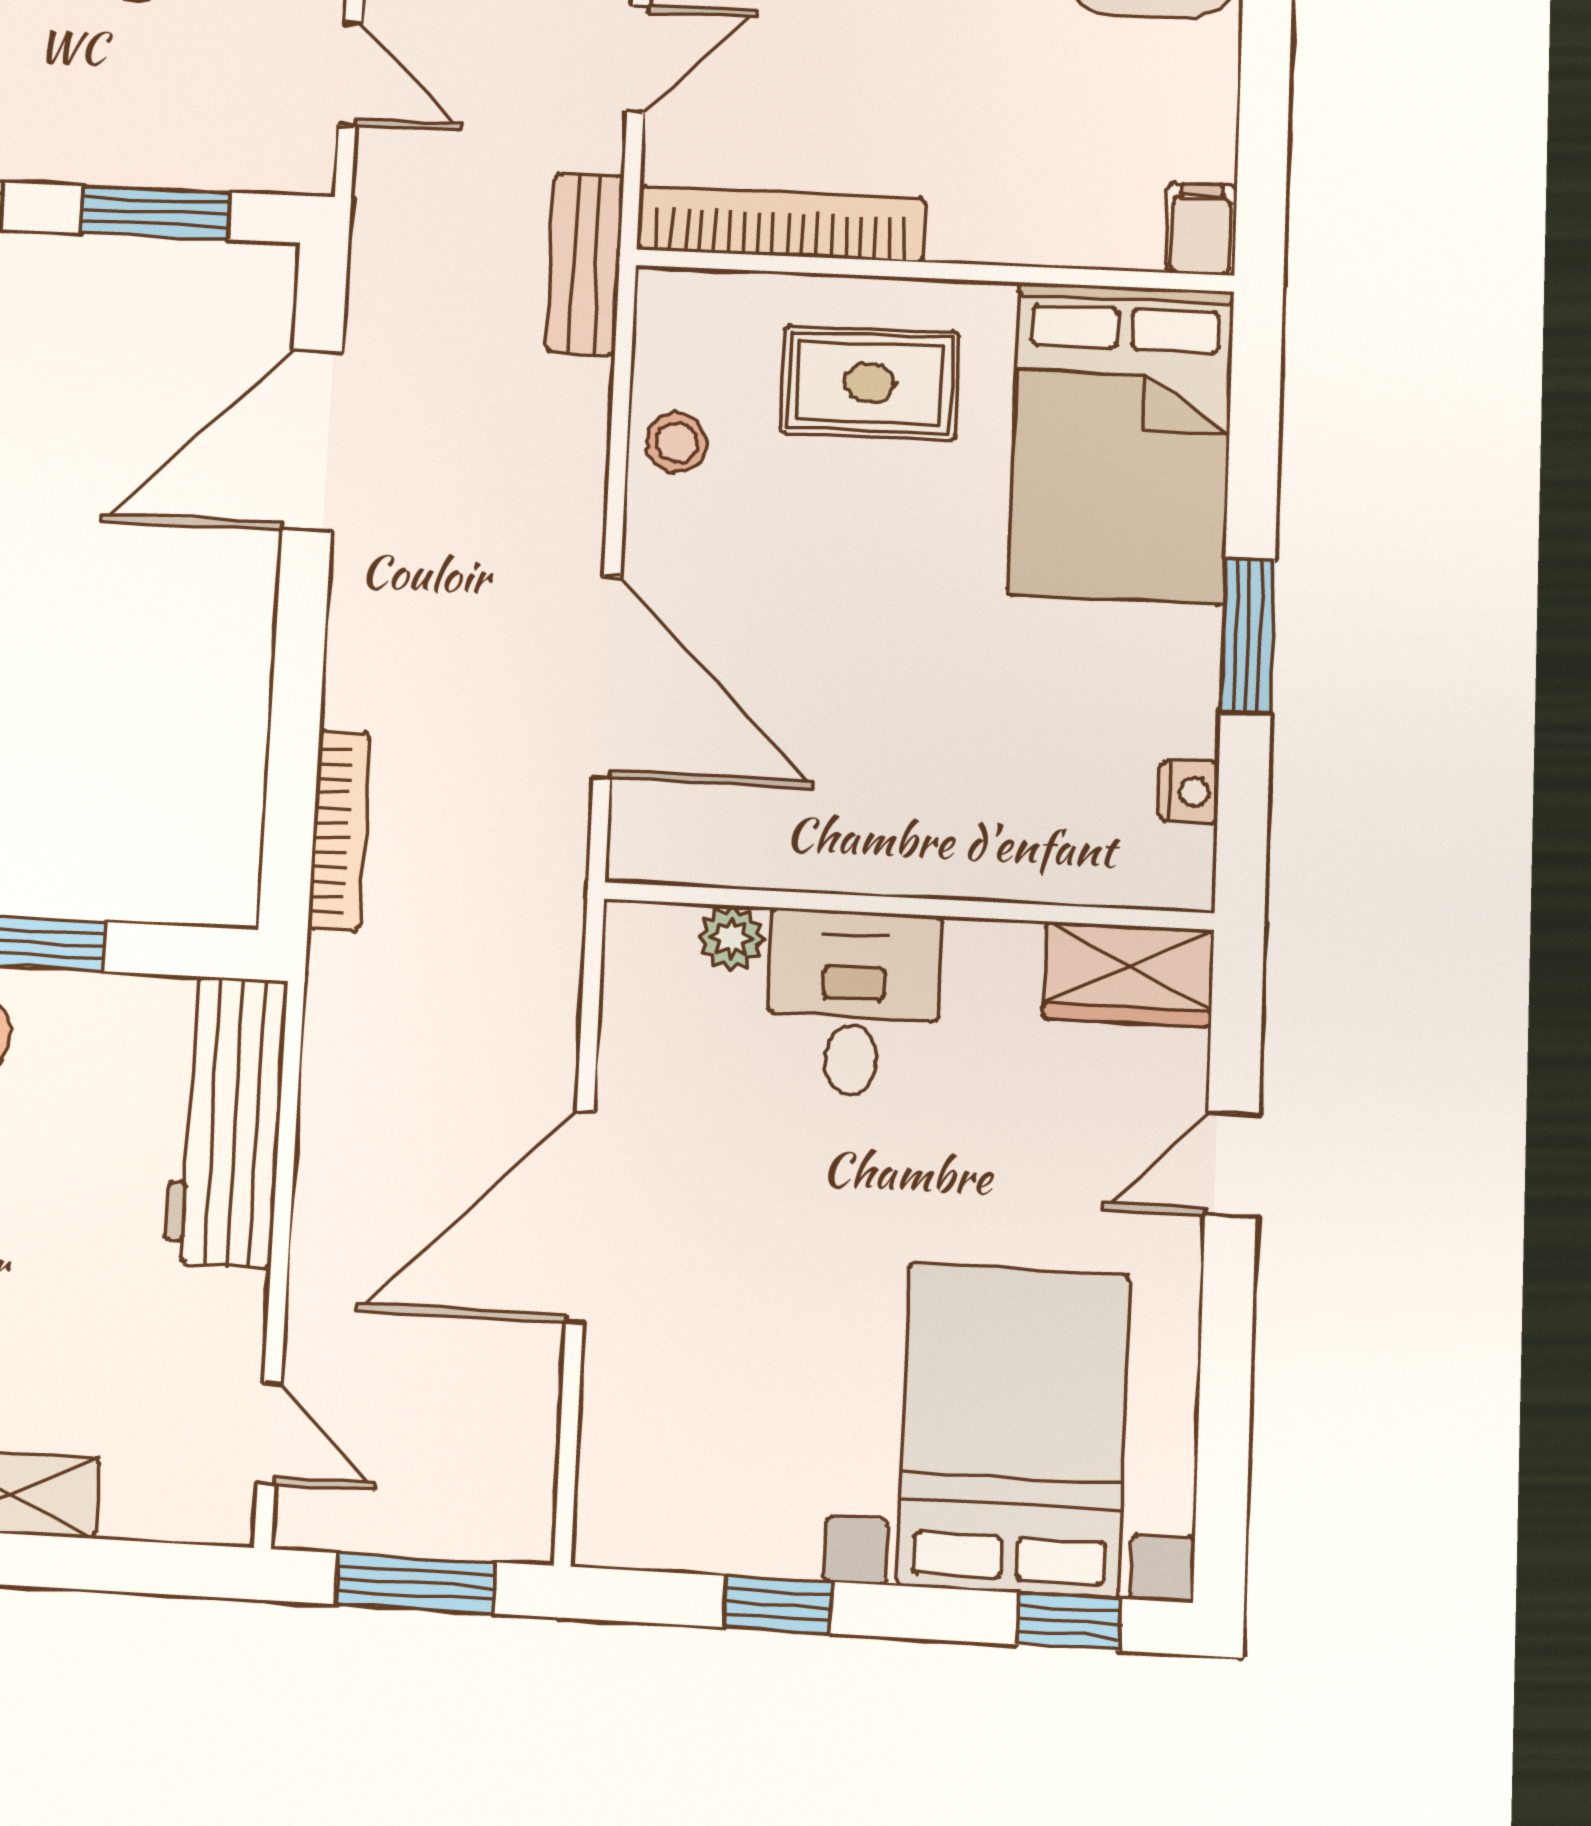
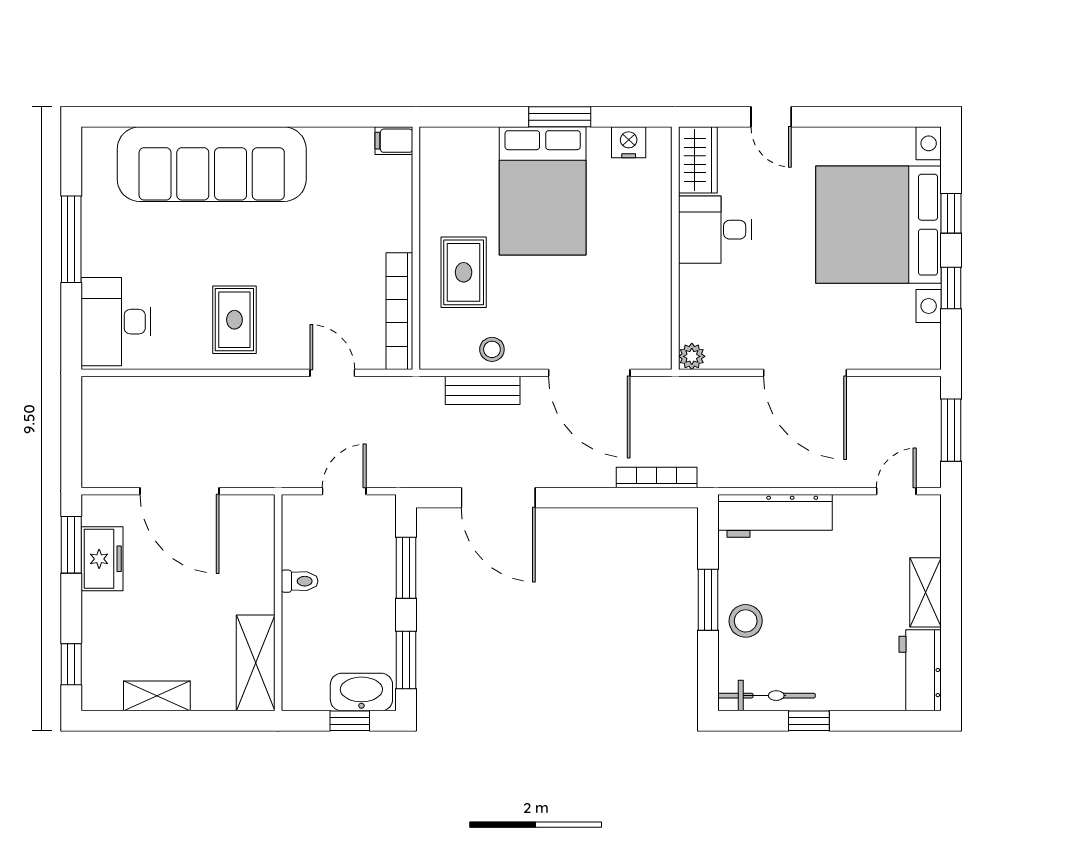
bench: (585, 264) -> (483, 390), moved
bed: (1121, 442) -> (543, 191), moved, turned 90
door: (607, 677) -> (589, 373), swing flipped
nightstand: (1189, 792) -> (629, 142), width x1.39, depth x1.35
plant: (731, 938) -> (692, 356), moved
desk: (853, 1003) -> (715, 230), moved
bed with nightstands: (1014, 1430) -> (879, 225), width x1.36
window: (1069, 1622) -> (951, 213), moved

